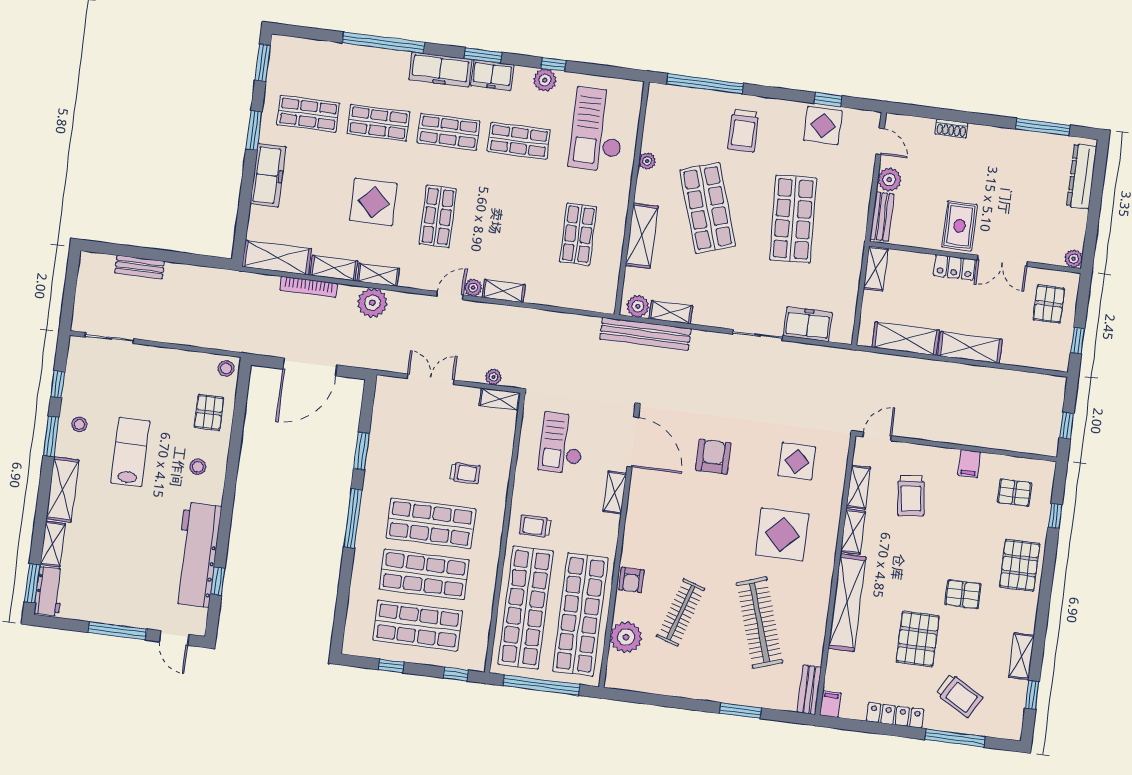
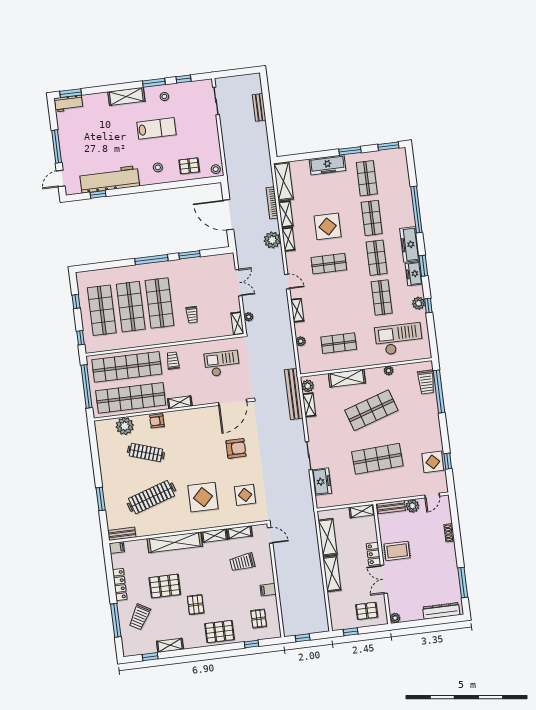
trolley: (743, 131) -> (426, 382), moved, turned -90
plant: (473, 288) -> (301, 341), moved
shelving: (615, 492) -> (180, 402), moved
shelving: (53, 544) -> (95, 99), removed

